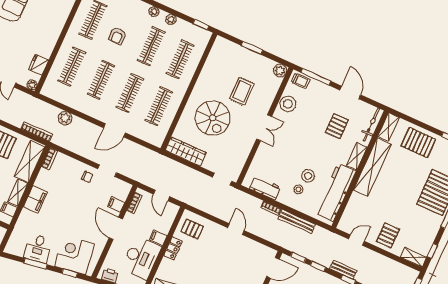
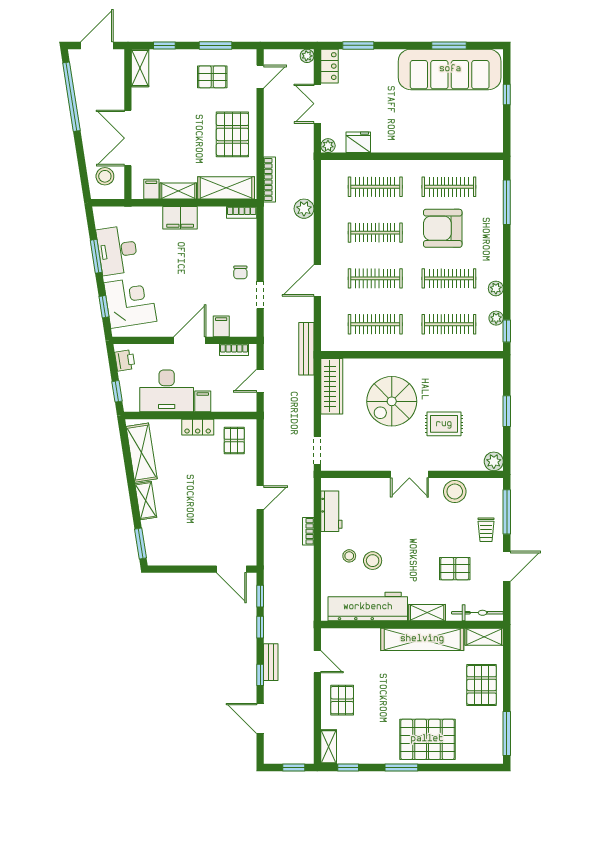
plant: (154, 12) -> (496, 318), moved
armchair: (117, 36) -> (443, 228), width x1.88, depth x1.88
trolley: (300, 81) -> (486, 530), moved
door: (114, 130) -> (317, 280), hinge flipped
bench: (297, 221) -> (306, 349), moved
pallet: (388, 235) -> (342, 700), turned 90
desk: (38, 248) -> (117, 250), width x1.37

